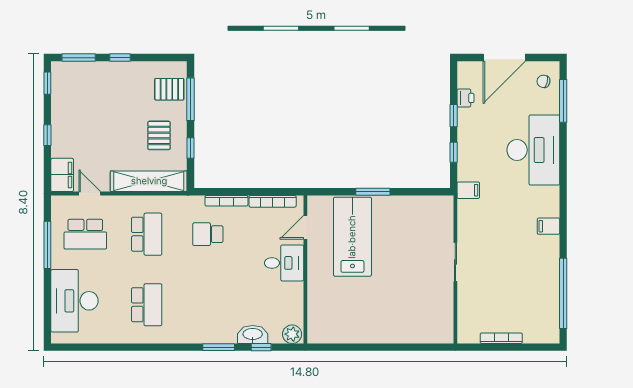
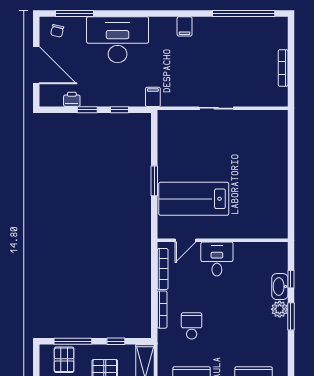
door: (305, 227) -> (186, 240), hinge flipped
school desk: (208, 234) -> (192, 326), turned 180
plant: (292, 334) -> (280, 309), moved

